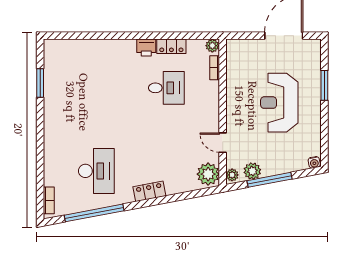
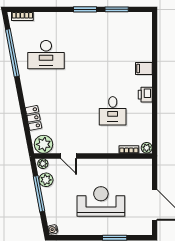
locker: (171, 46) -> (146, 115), removed
filing cabinet: (114, 49) -> (144, 69), added
window: (40, 122) -> (85, 9), added
door: (223, 143) -> (69, 156), swing flipped
locker: (149, 191) -> (34, 118), moved

